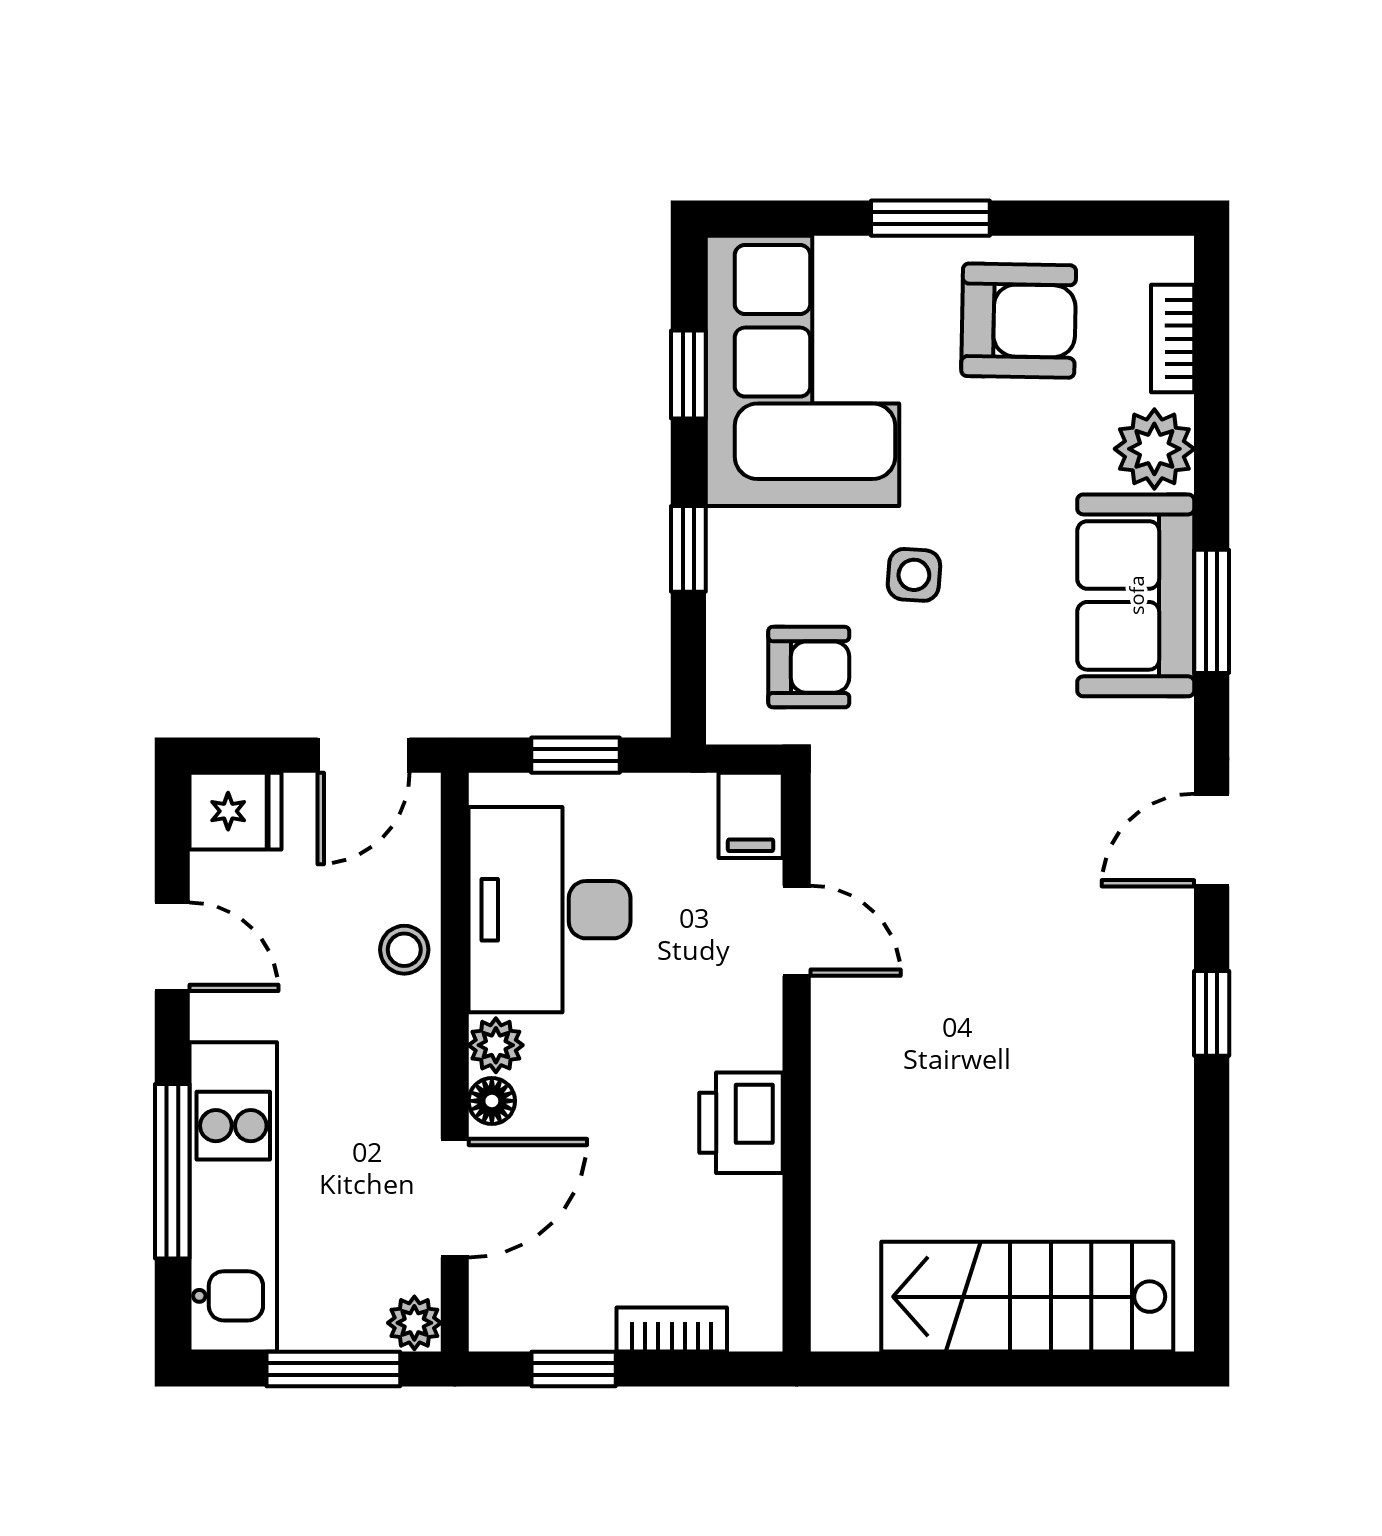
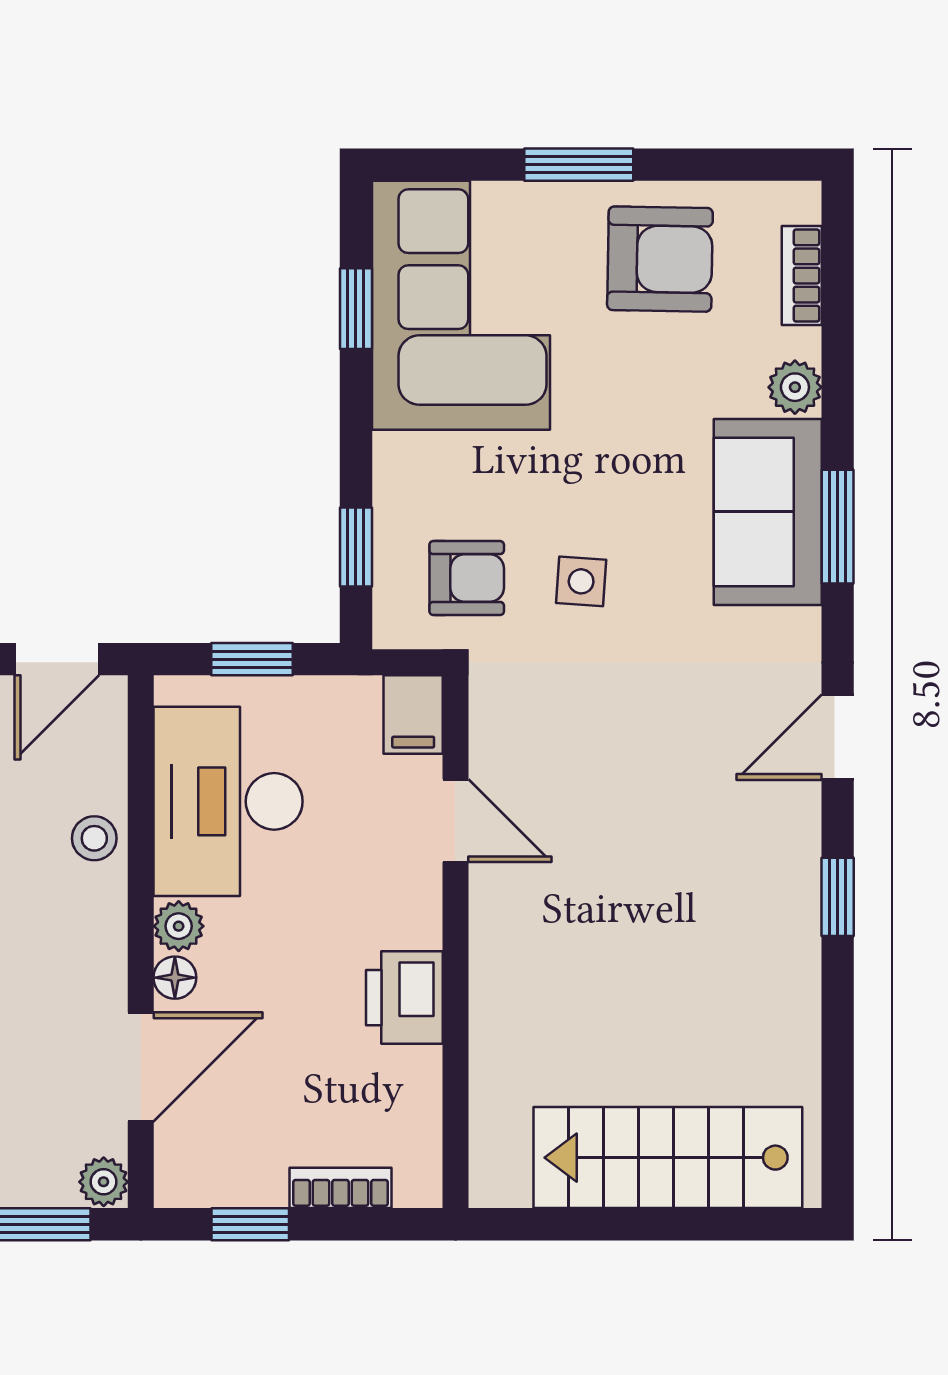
plant: (1154, 449) -> (795, 387), width x0.73, depth x0.73
window: (688, 549) -> (356, 547), moved
side table: (914, 575) -> (581, 581), moved

